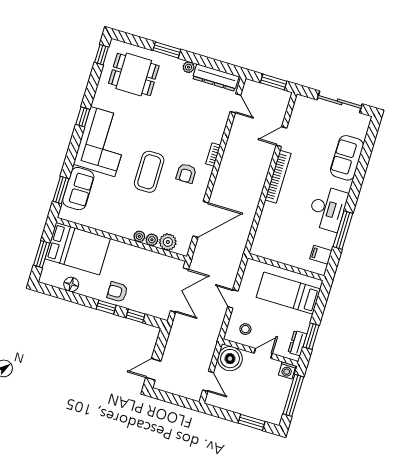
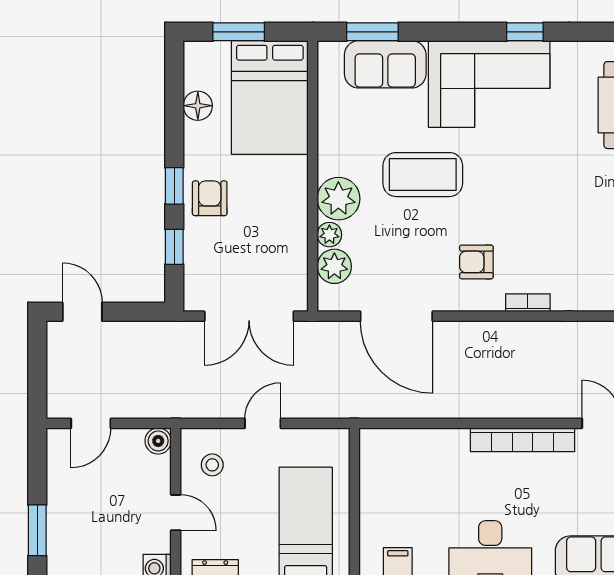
coffee table: (149, 172) -> (423, 175), moved
plant: (139, 236) -> (338, 199), width x1.88, depth x1.88
boiler: (230, 359) -> (158, 441), width x0.54, depth x0.54

